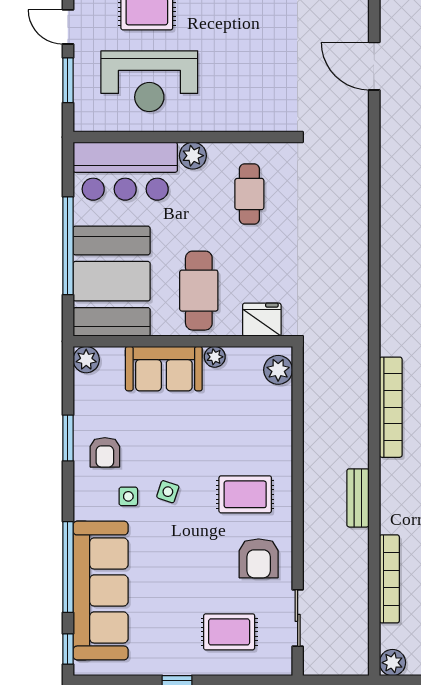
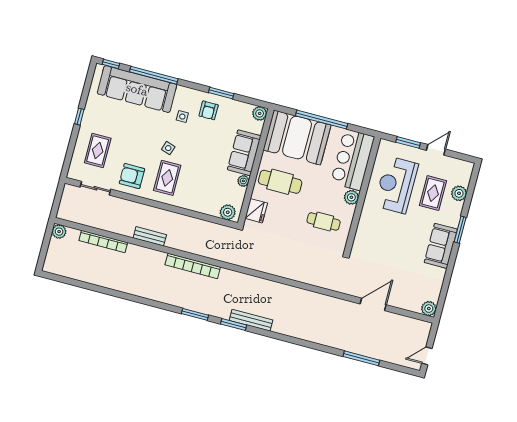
armchair: (105, 452) -> (209, 110), turned -90
side table: (168, 492) -> (168, 148), moved

